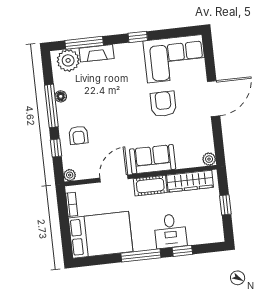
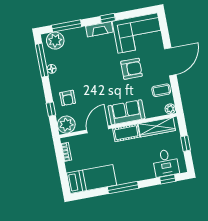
fireplace: (97, 53) -> (99, 29), moved
armchair: (163, 104) -> (132, 69), turned 90
window: (51, 106) -> (42, 60), moved
coffee table: (199, 134) -> (161, 90), added
plant: (70, 175) -> (66, 125), width x1.88, depth x1.88
desk: (170, 231) -> (166, 163), moved
bed: (101, 235) -> (92, 179), width x0.67
window: (182, 251) -> (168, 179), moved

